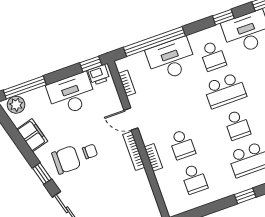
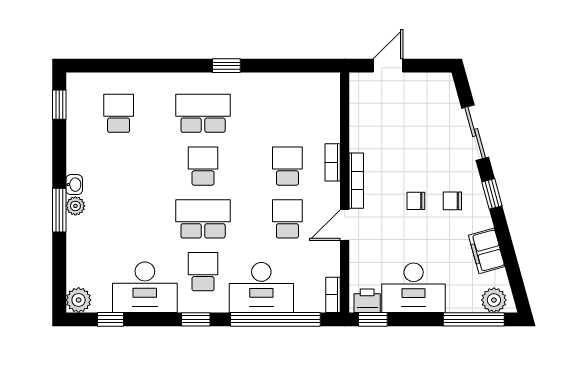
window: (223, 17) -> (196, 319), moved
bookcase: (127, 83) -> (333, 295), moved
door: (131, 119) -> (345, 225), swing flipped
chair: (66, 160) -> (452, 201), width x0.54, depth x0.54
school desk: (194, 179) -> (287, 219), moved

